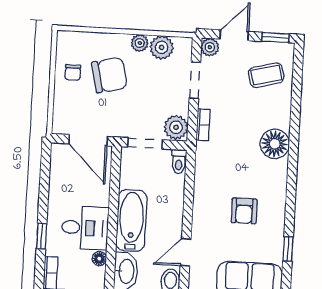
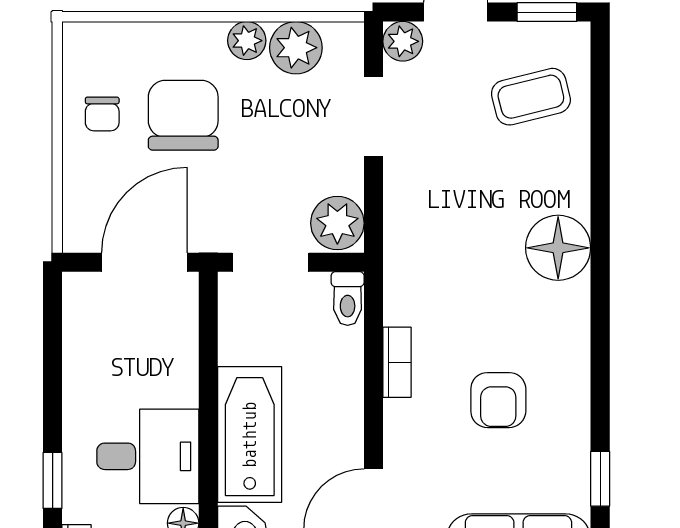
chair: (109, 75) -> (183, 115), turned -77
bookcase: (203, 125) -> (397, 362), moved
door: (88, 140) -> (144, 262), swing flipped

